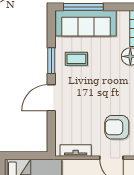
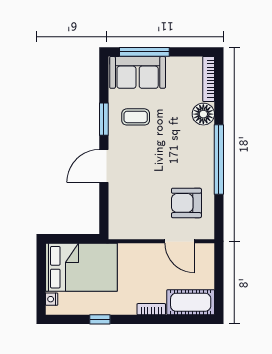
sofa: (86, 23) -> (138, 72), width x0.73
tv unit: (76, 150) -> (135, 232), removed

